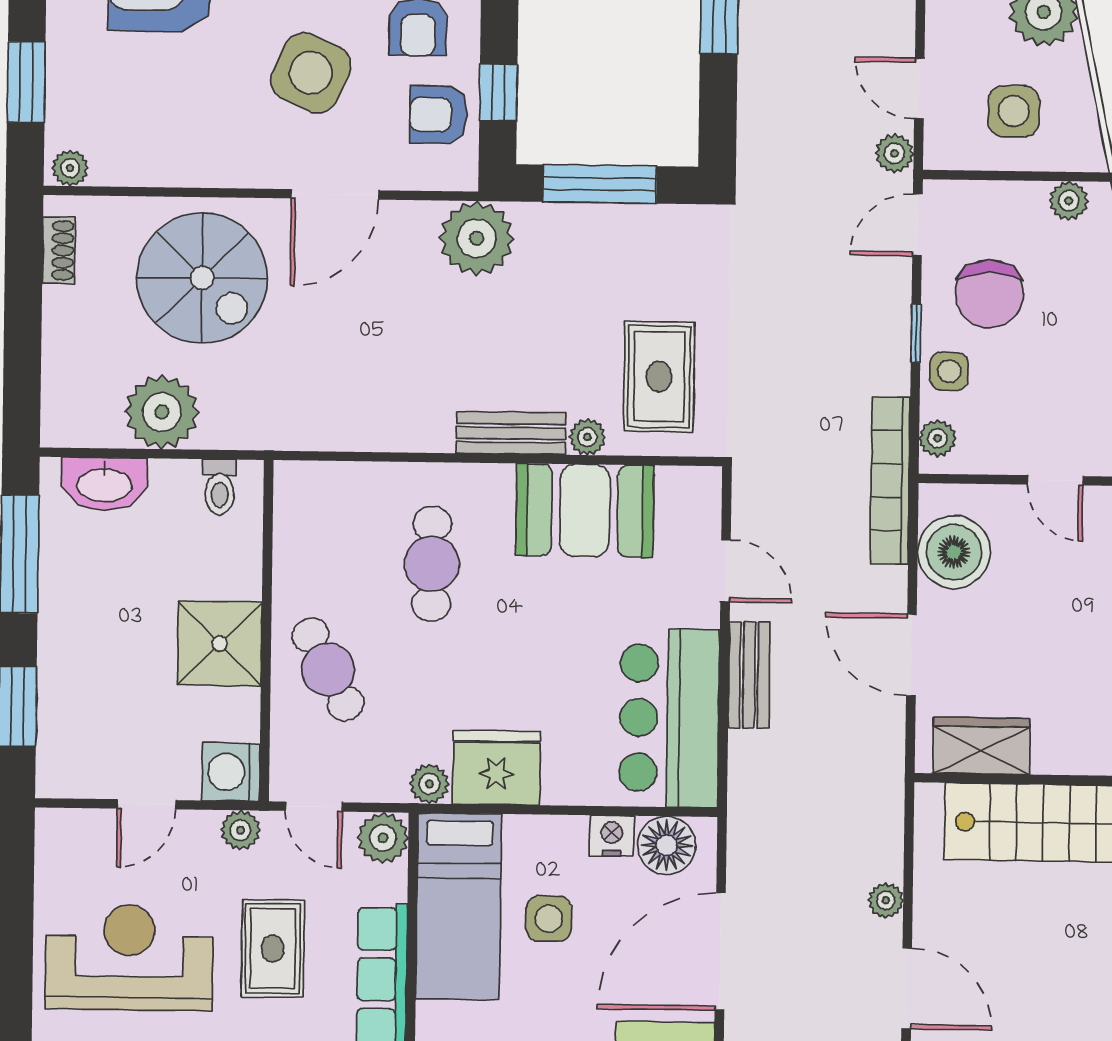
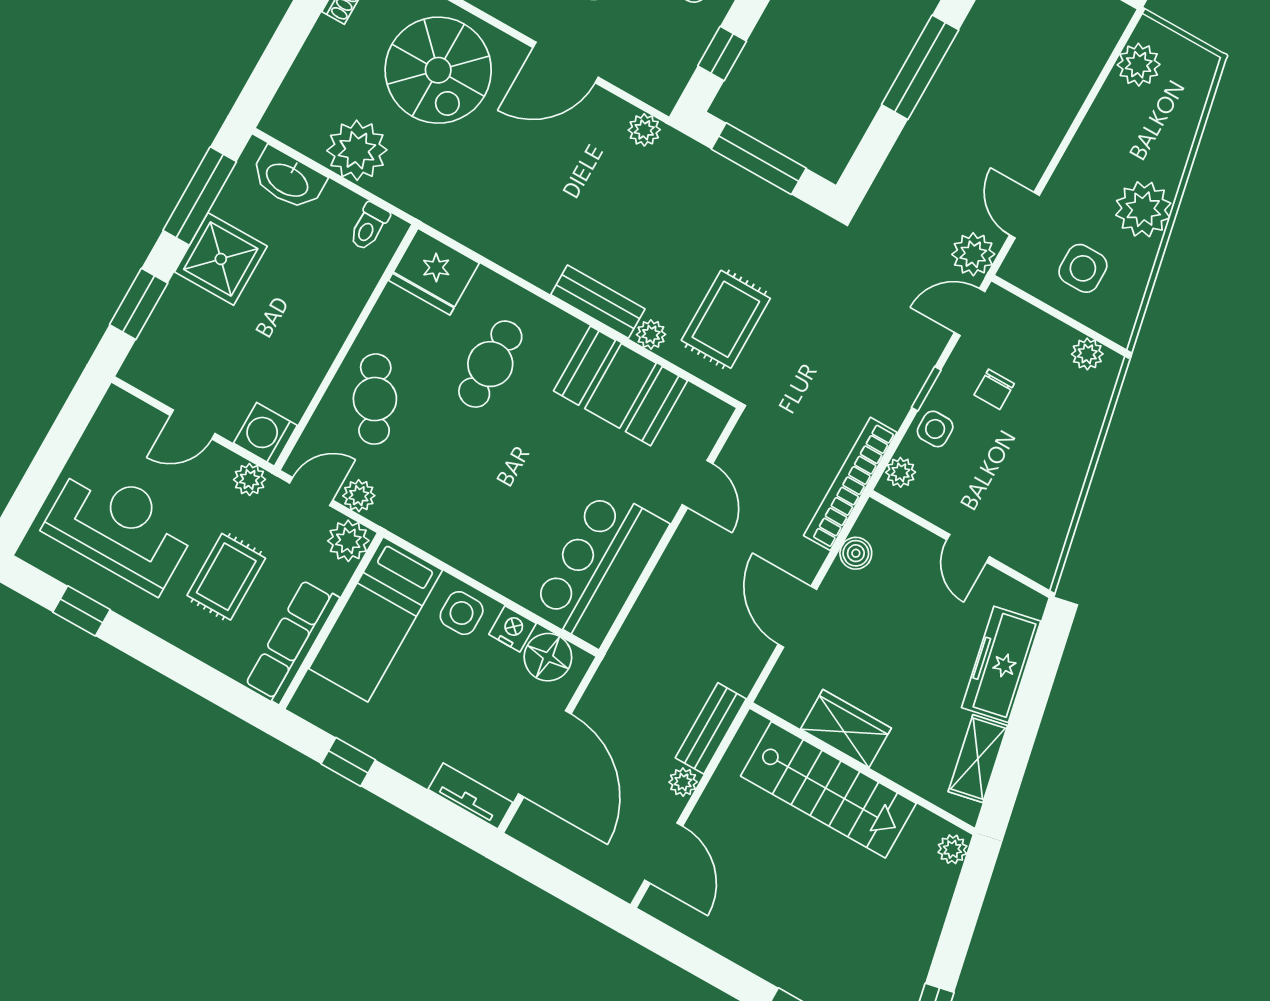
armchair: (438, 115) -> (671, 46), removed
plant: (894, 153) -> (973, 254), width x1.38, depth x1.38
plant: (477, 238) -> (644, 130), width x0.53, depth x0.53
chair: (989, 294) -> (994, 389), width x0.54, depth x0.54
boiler: (954, 552) -> (856, 553), width x0.54, depth x0.54
shower: (220, 643) -> (221, 259), moved
bench: (749, 675) -> (711, 728), moved
wardrobe: (981, 746) -> (846, 729), moved
fridge: (497, 768) -> (434, 272), moved, turned 180
plant: (429, 784) -> (359, 496), moved
door: (314, 807) -> (311, 492), swing flipped
side table: (549, 919) -> (462, 613), moved
door: (720, 952) -> (545, 754), swing flipped

